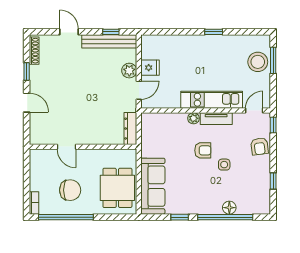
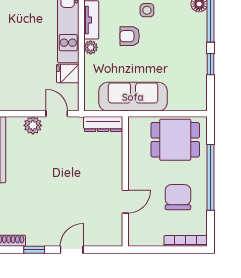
fridge: (150, 68) -> (68, 74), moved, turned -90
armchair: (203, 150) -> (130, 36), turned -90
sofa: (153, 186) -> (133, 97), moved
bookcase: (34, 203) -> (186, 241), width x1.56
window: (66, 217) -> (211, 177), moved

